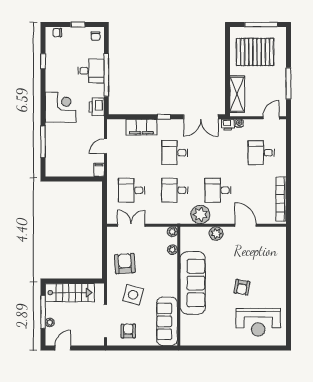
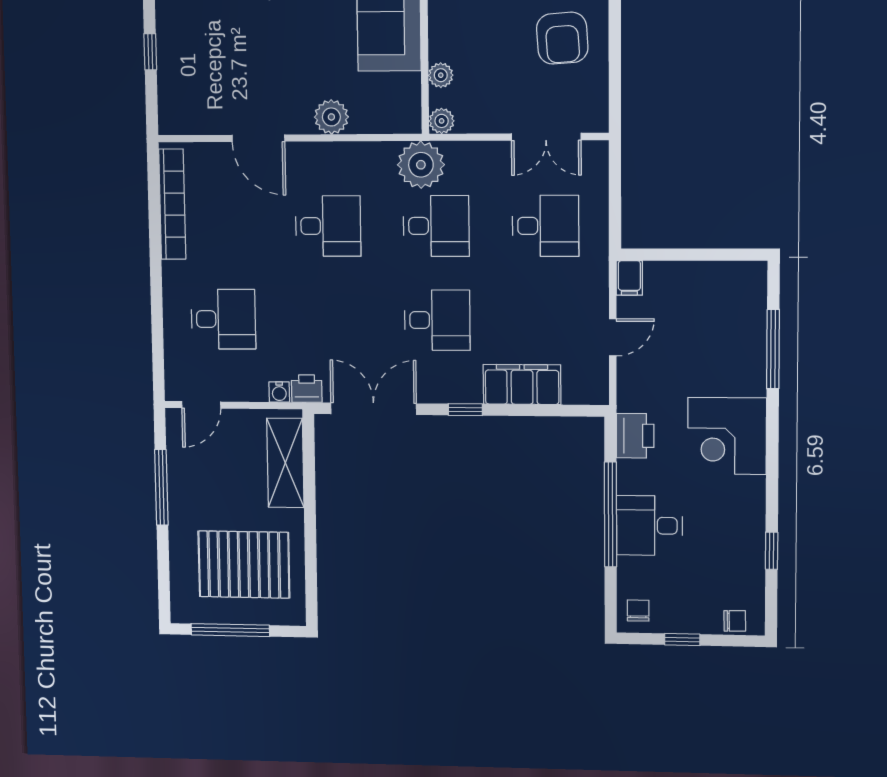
plant: (200, 214) -> (421, 165), moved
window: (288, 260) -> (150, 52), added

